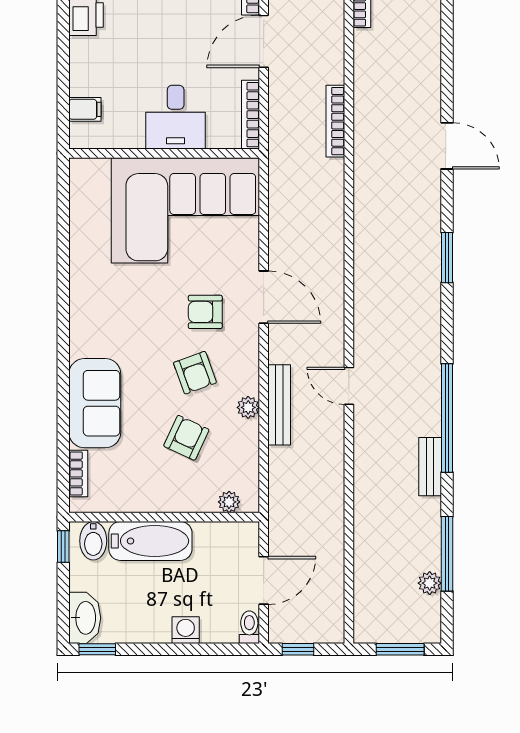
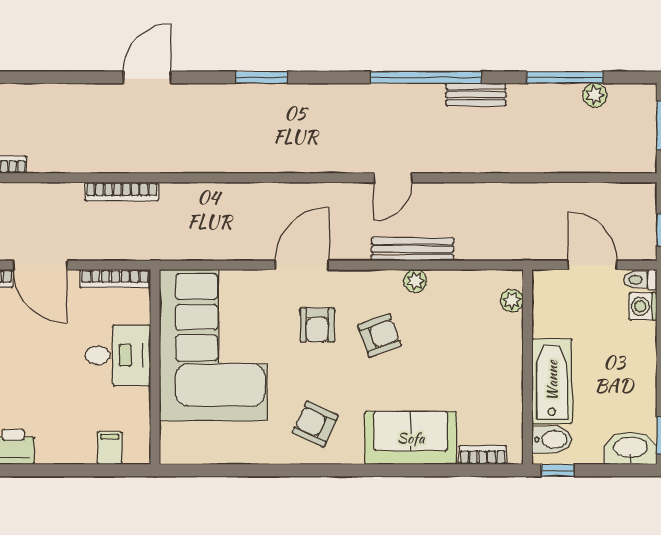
armchair: (186, 438) -> (315, 424), moved
washing machine: (186, 630) -> (643, 306), moved

